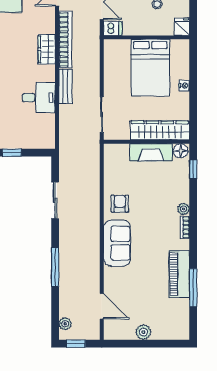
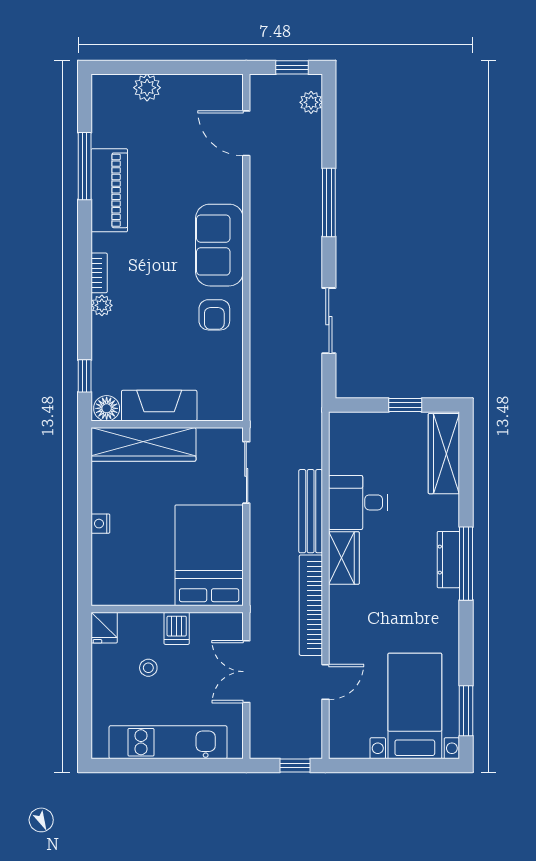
dishwasher: (113, 28) -> (177, 628), moved, turned -90
wardrobe: (47, 49) -> (344, 558), moved
bed: (150, 68) -> (209, 555), moved
bench: (65, 86) -> (311, 511), width x1.36
plant: (143, 332) -> (147, 88), moved

